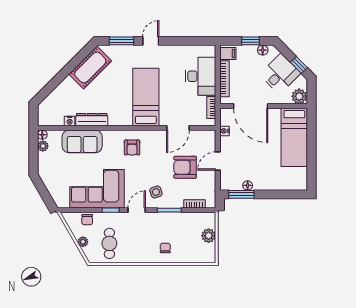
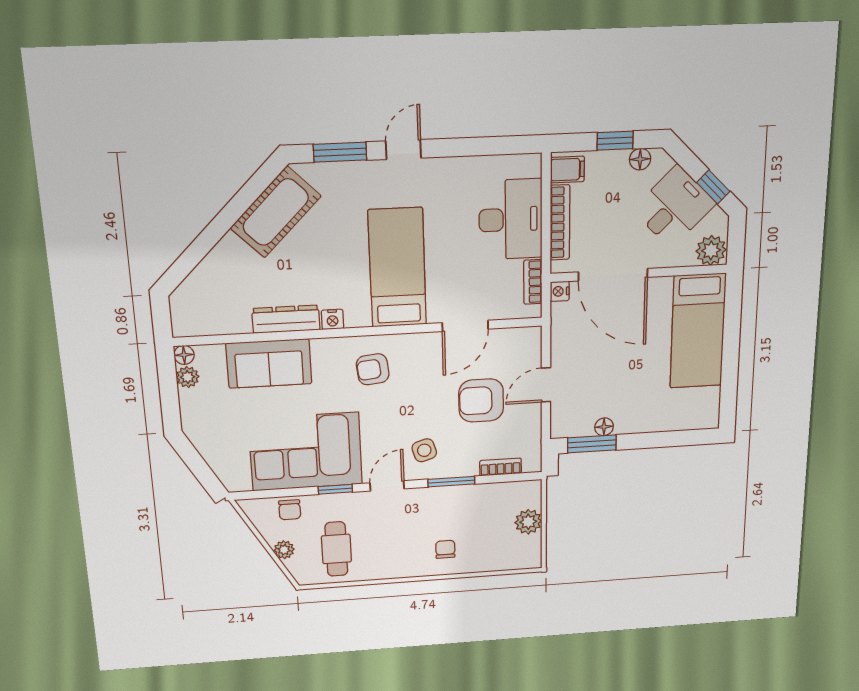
nightstand: (70, 121) -> (332, 319), moved
nightstand: (224, 131) -> (560, 291), moved
armchair: (132, 147) -> (373, 369), turned 84

